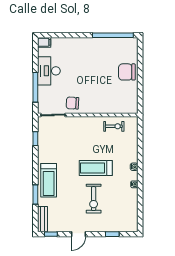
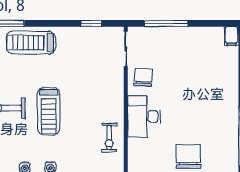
desk: (49, 71) -> (144, 117), moved, turned -90
treadmill: (96, 168) -> (49, 111), turned 180

